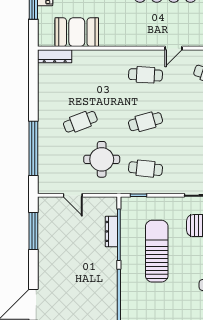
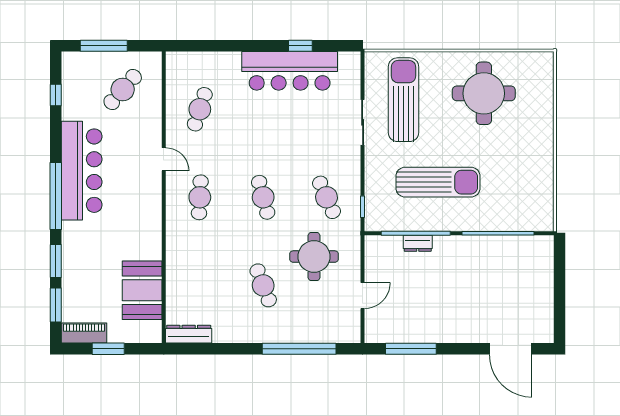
dresser: (55, 56) -> (189, 334), moved, turned -90
cafe table: (146, 169) -> (326, 197), turned -30
dresser: (111, 231) -> (418, 243), width x0.70
sun lounger: (157, 251) -> (438, 182), turned 180

